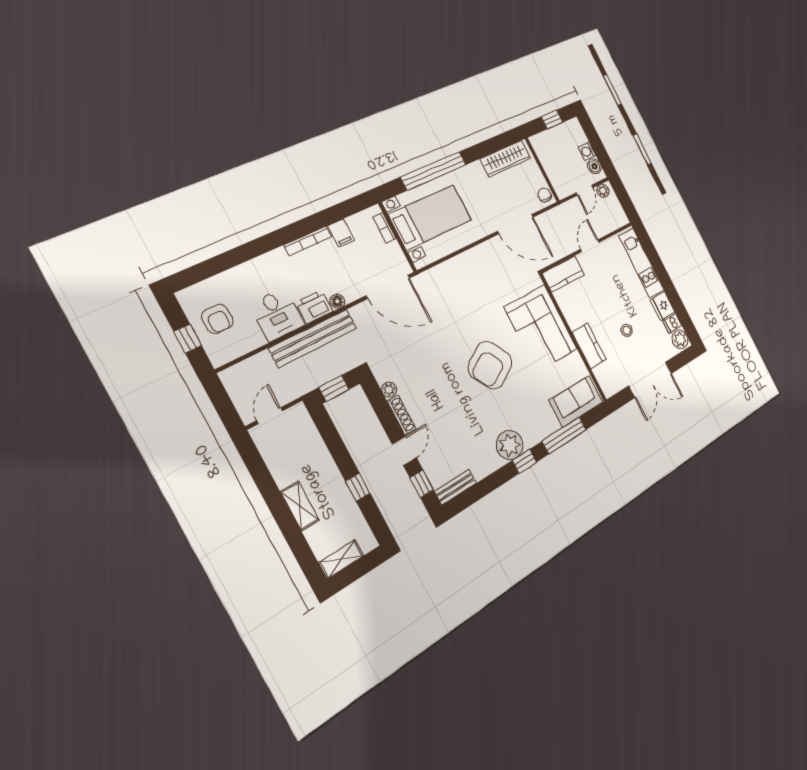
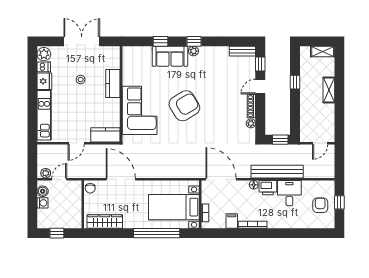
sofa: (576, 401) -> (170, 56), moved
window: (564, 435) -> (160, 41), width x0.46
plant: (510, 445) -> (193, 51), width x0.53, depth x0.53

